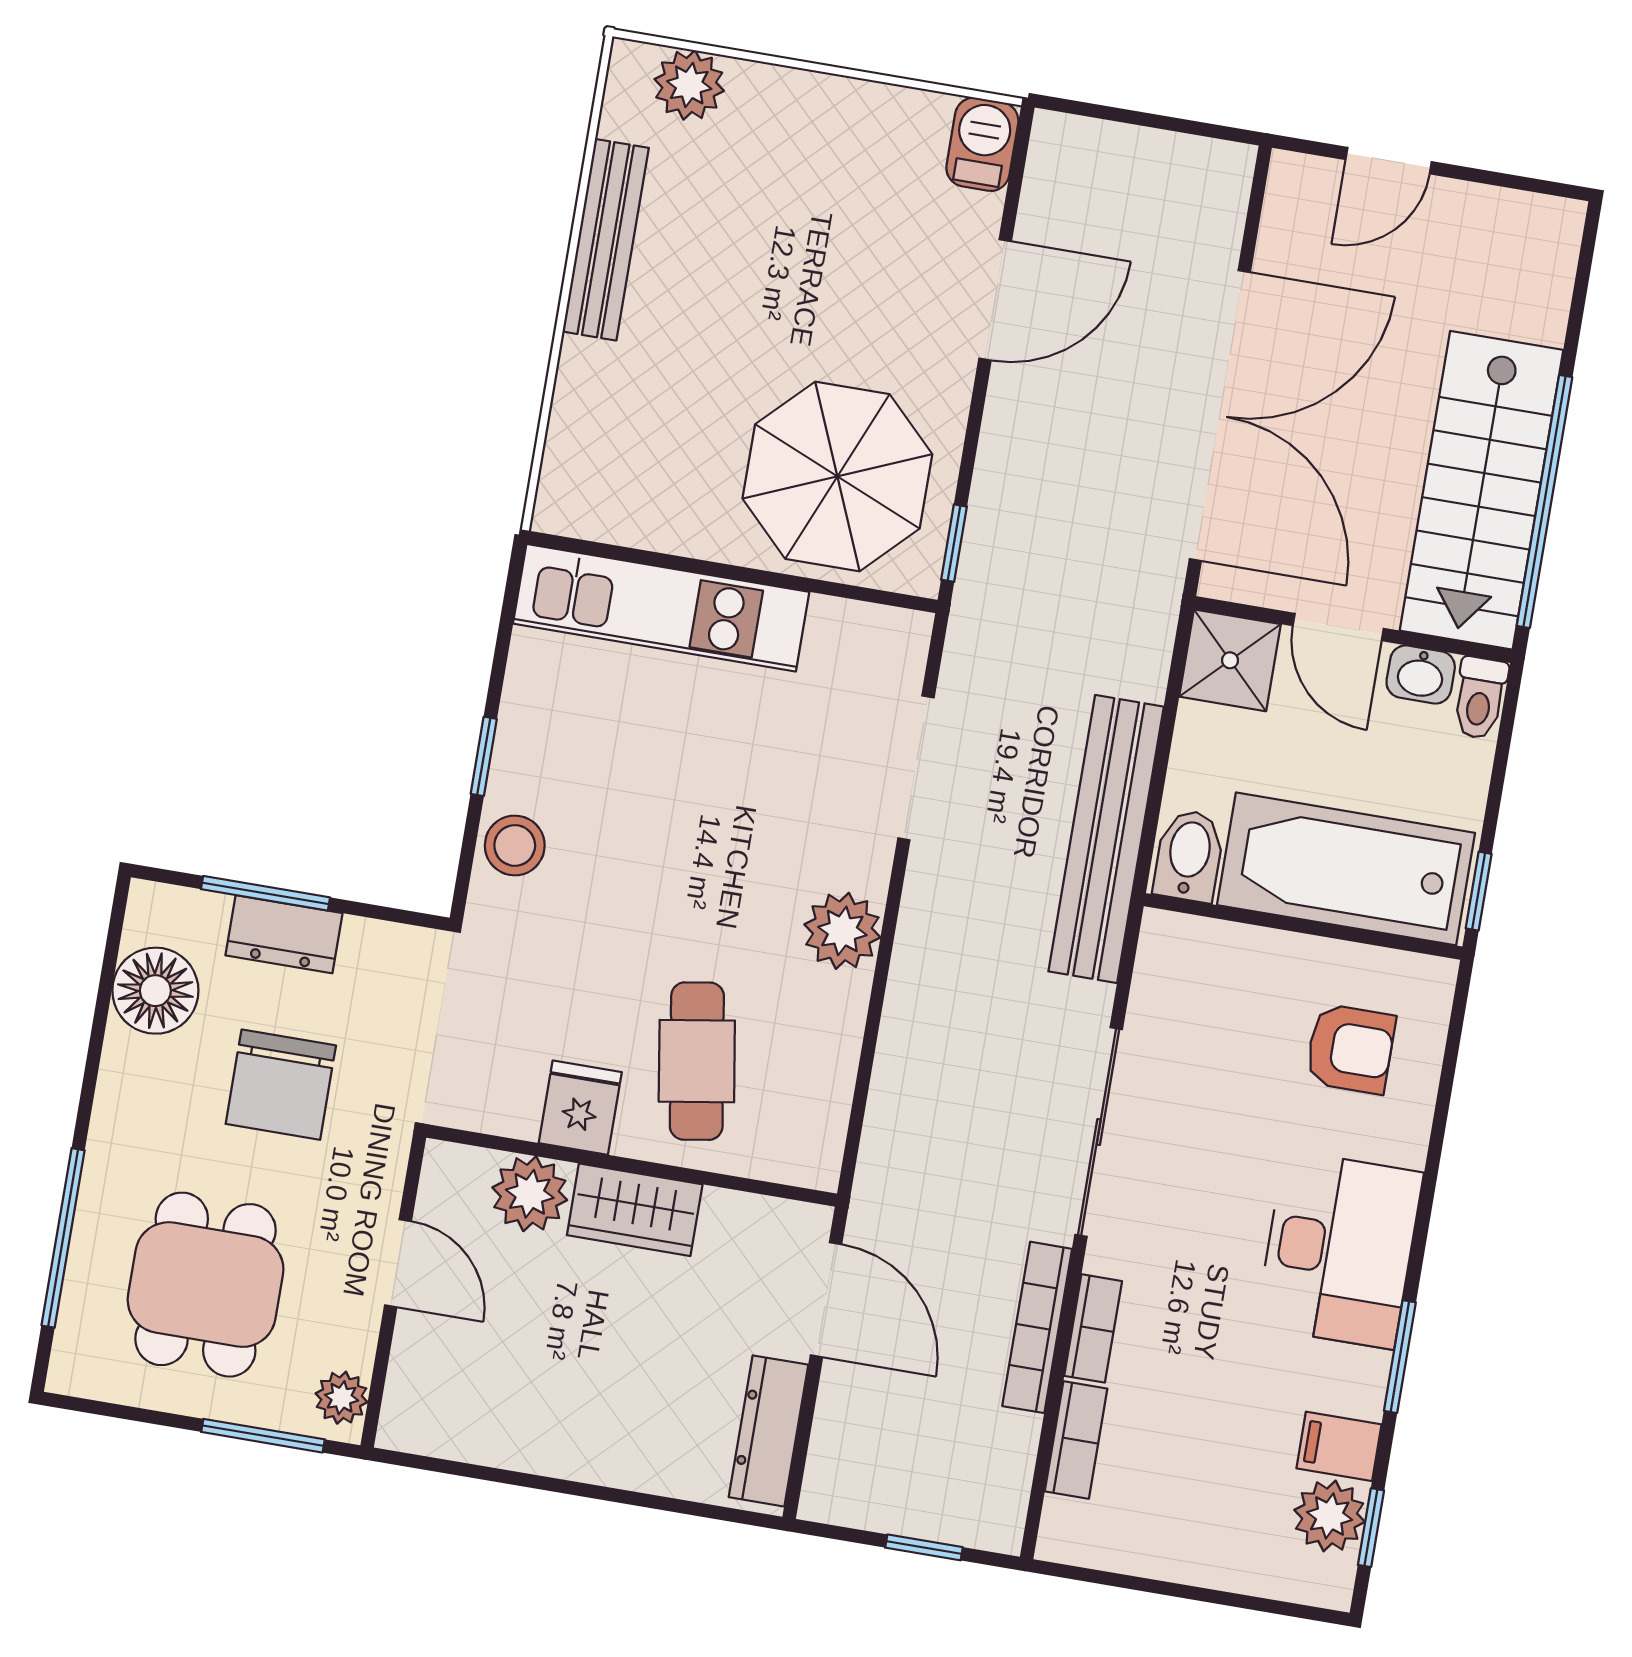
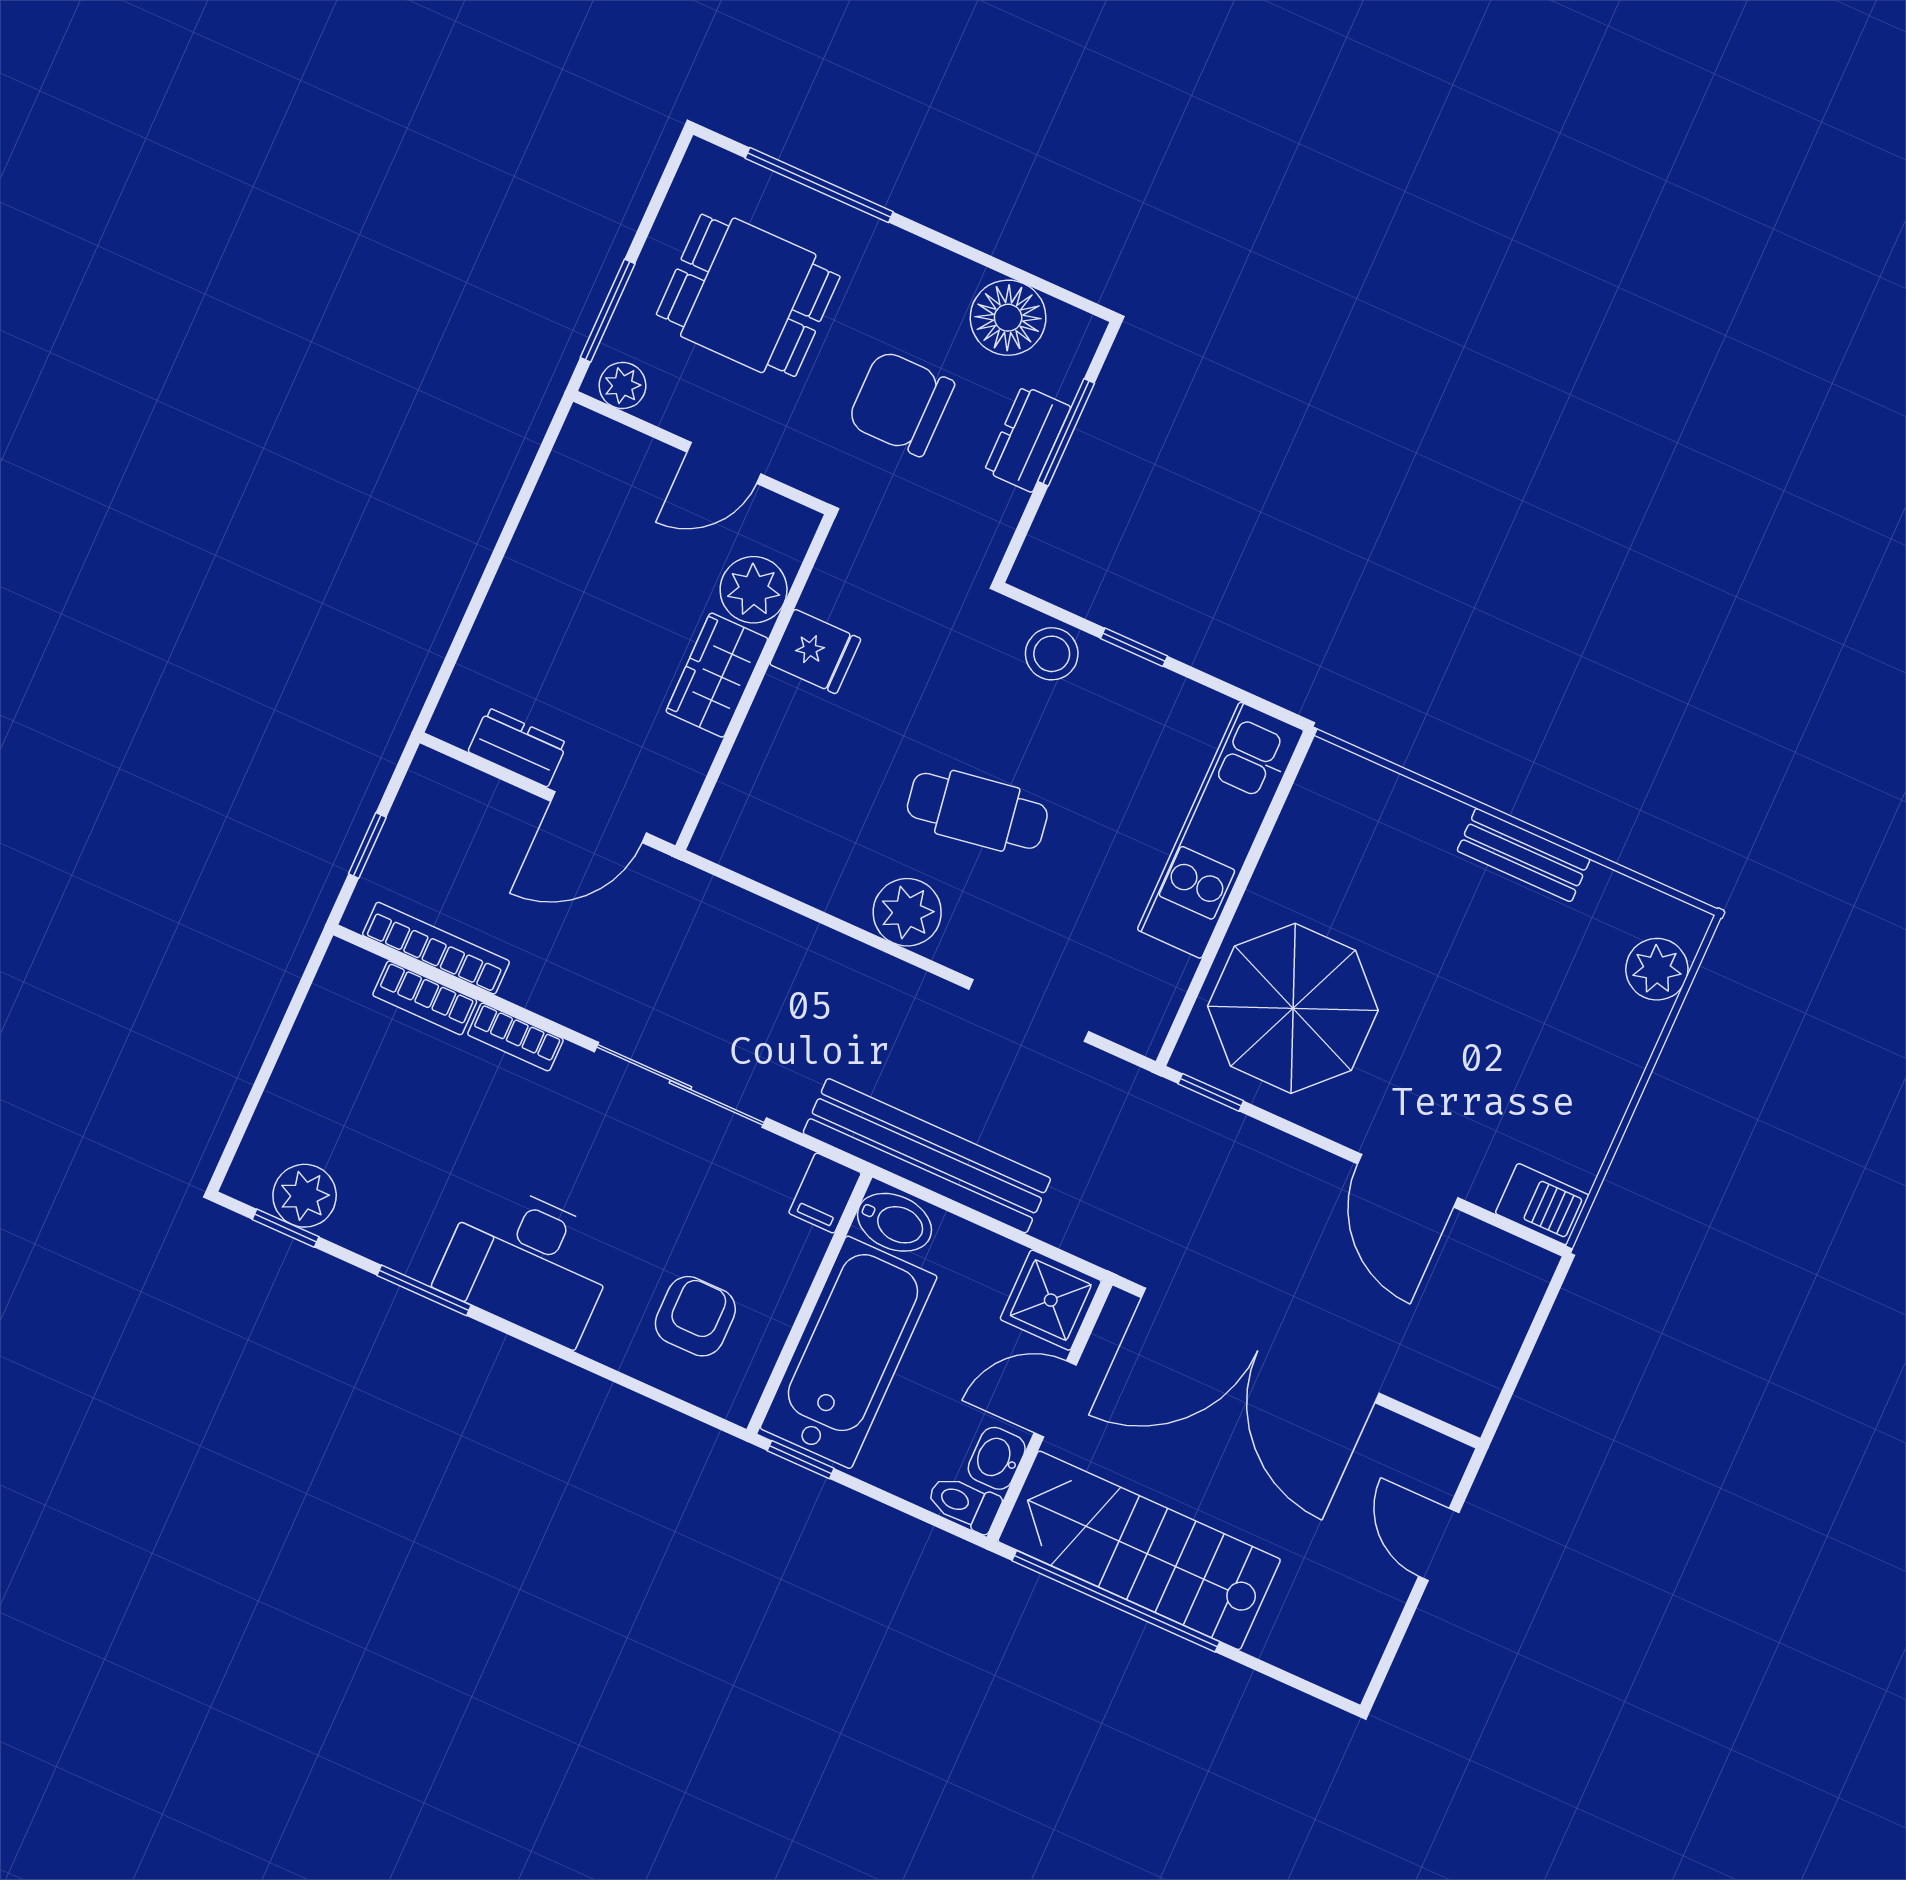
bench: (606, 240) -> (1524, 855), width x0.73
armchair: (1350, 1049) -> (695, 1316), turned 180
cafe table: (697, 1061) -> (977, 811), moved
bookcase: (1037, 1327) -> (436, 948), moved
dresser: (768, 1431) -> (518, 747), width x0.70
filing cabinet: (1339, 1446) -> (825, 1193), moved, turned 180

